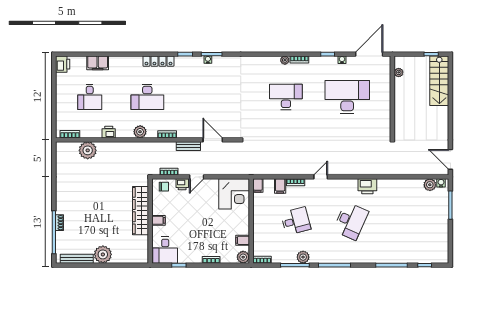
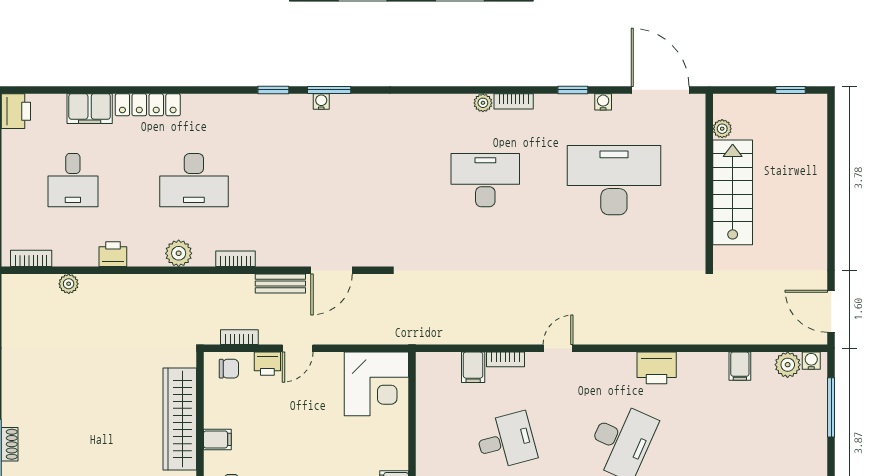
door: (369, 54) -> (660, 90), hinge flipped
locker: (158, 61) -> (148, 105), moved
stairs: (439, 81) -> (733, 192), moved, turned 180
door: (213, 140) -> (332, 270), swing flipped
plant: (88, 150) -> (69, 284), width x0.53, depth x0.53
filing cabinet: (258, 185) -> (740, 366), moved

